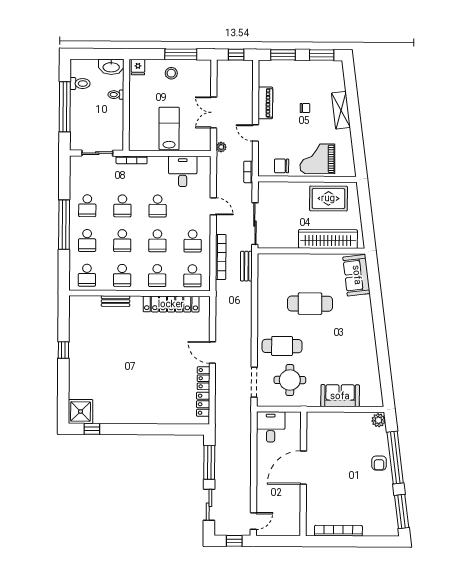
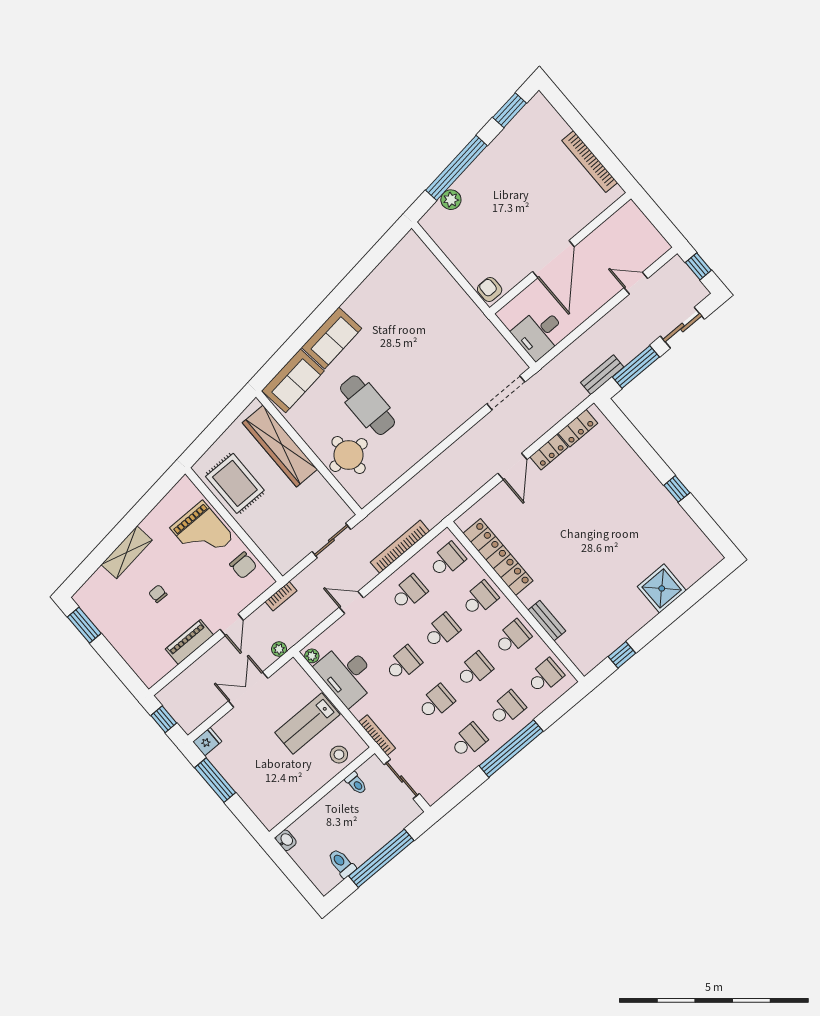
window: (283, 55) -> (120, 668), removed
washbasin: (111, 67) -> (286, 840), width x0.52, depth x0.69
fridge: (138, 67) -> (207, 742), moved
stool: (171, 73) -> (339, 755), moved
toilet: (116, 95) -> (356, 783), moved
double door: (214, 112) -> (248, 690), swing flipped
plant: (203, 161) -> (312, 656), added
desk: (183, 171) -> (347, 674), width x1.37
door: (213, 206) -> (351, 602), hinge flipped
sliding door: (255, 224) -> (331, 540), width x0.73
bench: (246, 266) -> (602, 375), moved
cafe table: (282, 346) -> (440, 396), removed
window: (63, 350) -> (622, 655), moved
round table: (290, 380) -> (349, 455), moved
sofa: (340, 396) -> (332, 338), moved, turned -97
shower: (81, 411) -> (662, 588), moved
plant: (378, 420) -> (451, 200), moved
window: (92, 429) -> (677, 489), moved
armchair: (379, 463) -> (490, 290), moved, turned -90
door: (303, 468) -> (553, 259), hinge flipped
window: (402, 511) -> (510, 110), width x0.69
door: (253, 521) -> (636, 283), moved

